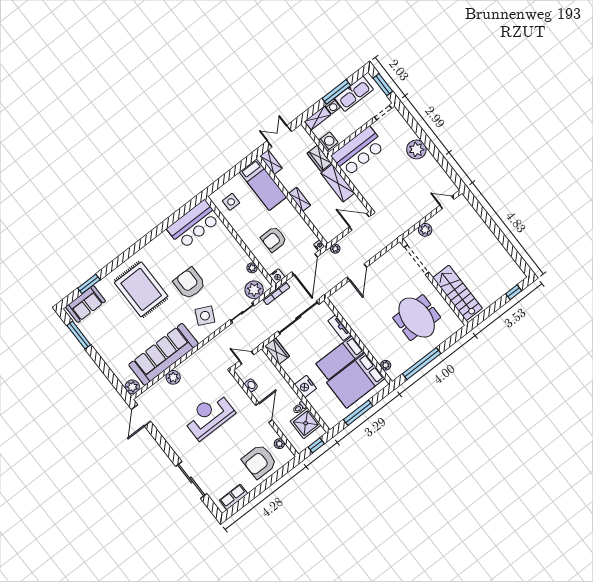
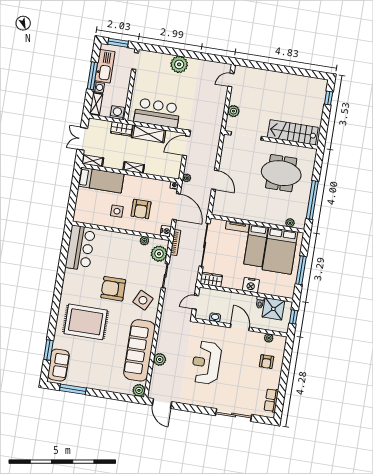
bar counter: (358, 151) -> (157, 113), moved, turned -90
side table: (231, 202) -> (117, 211), moved
armchair: (259, 461) -> (267, 362), width x0.53, depth x0.53

